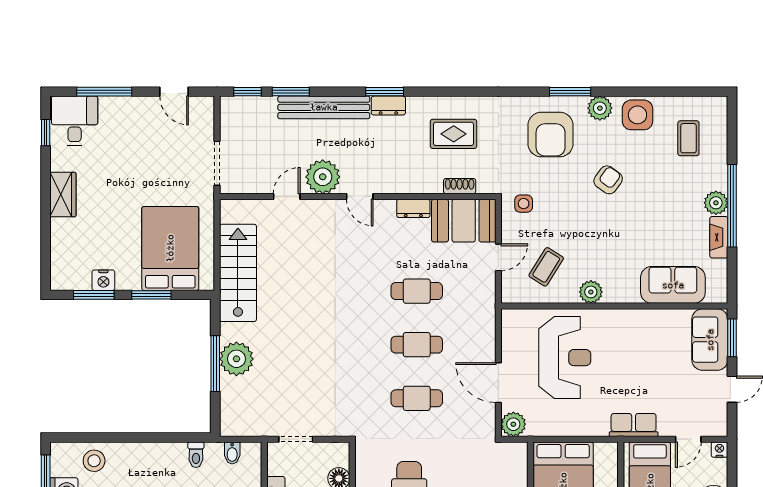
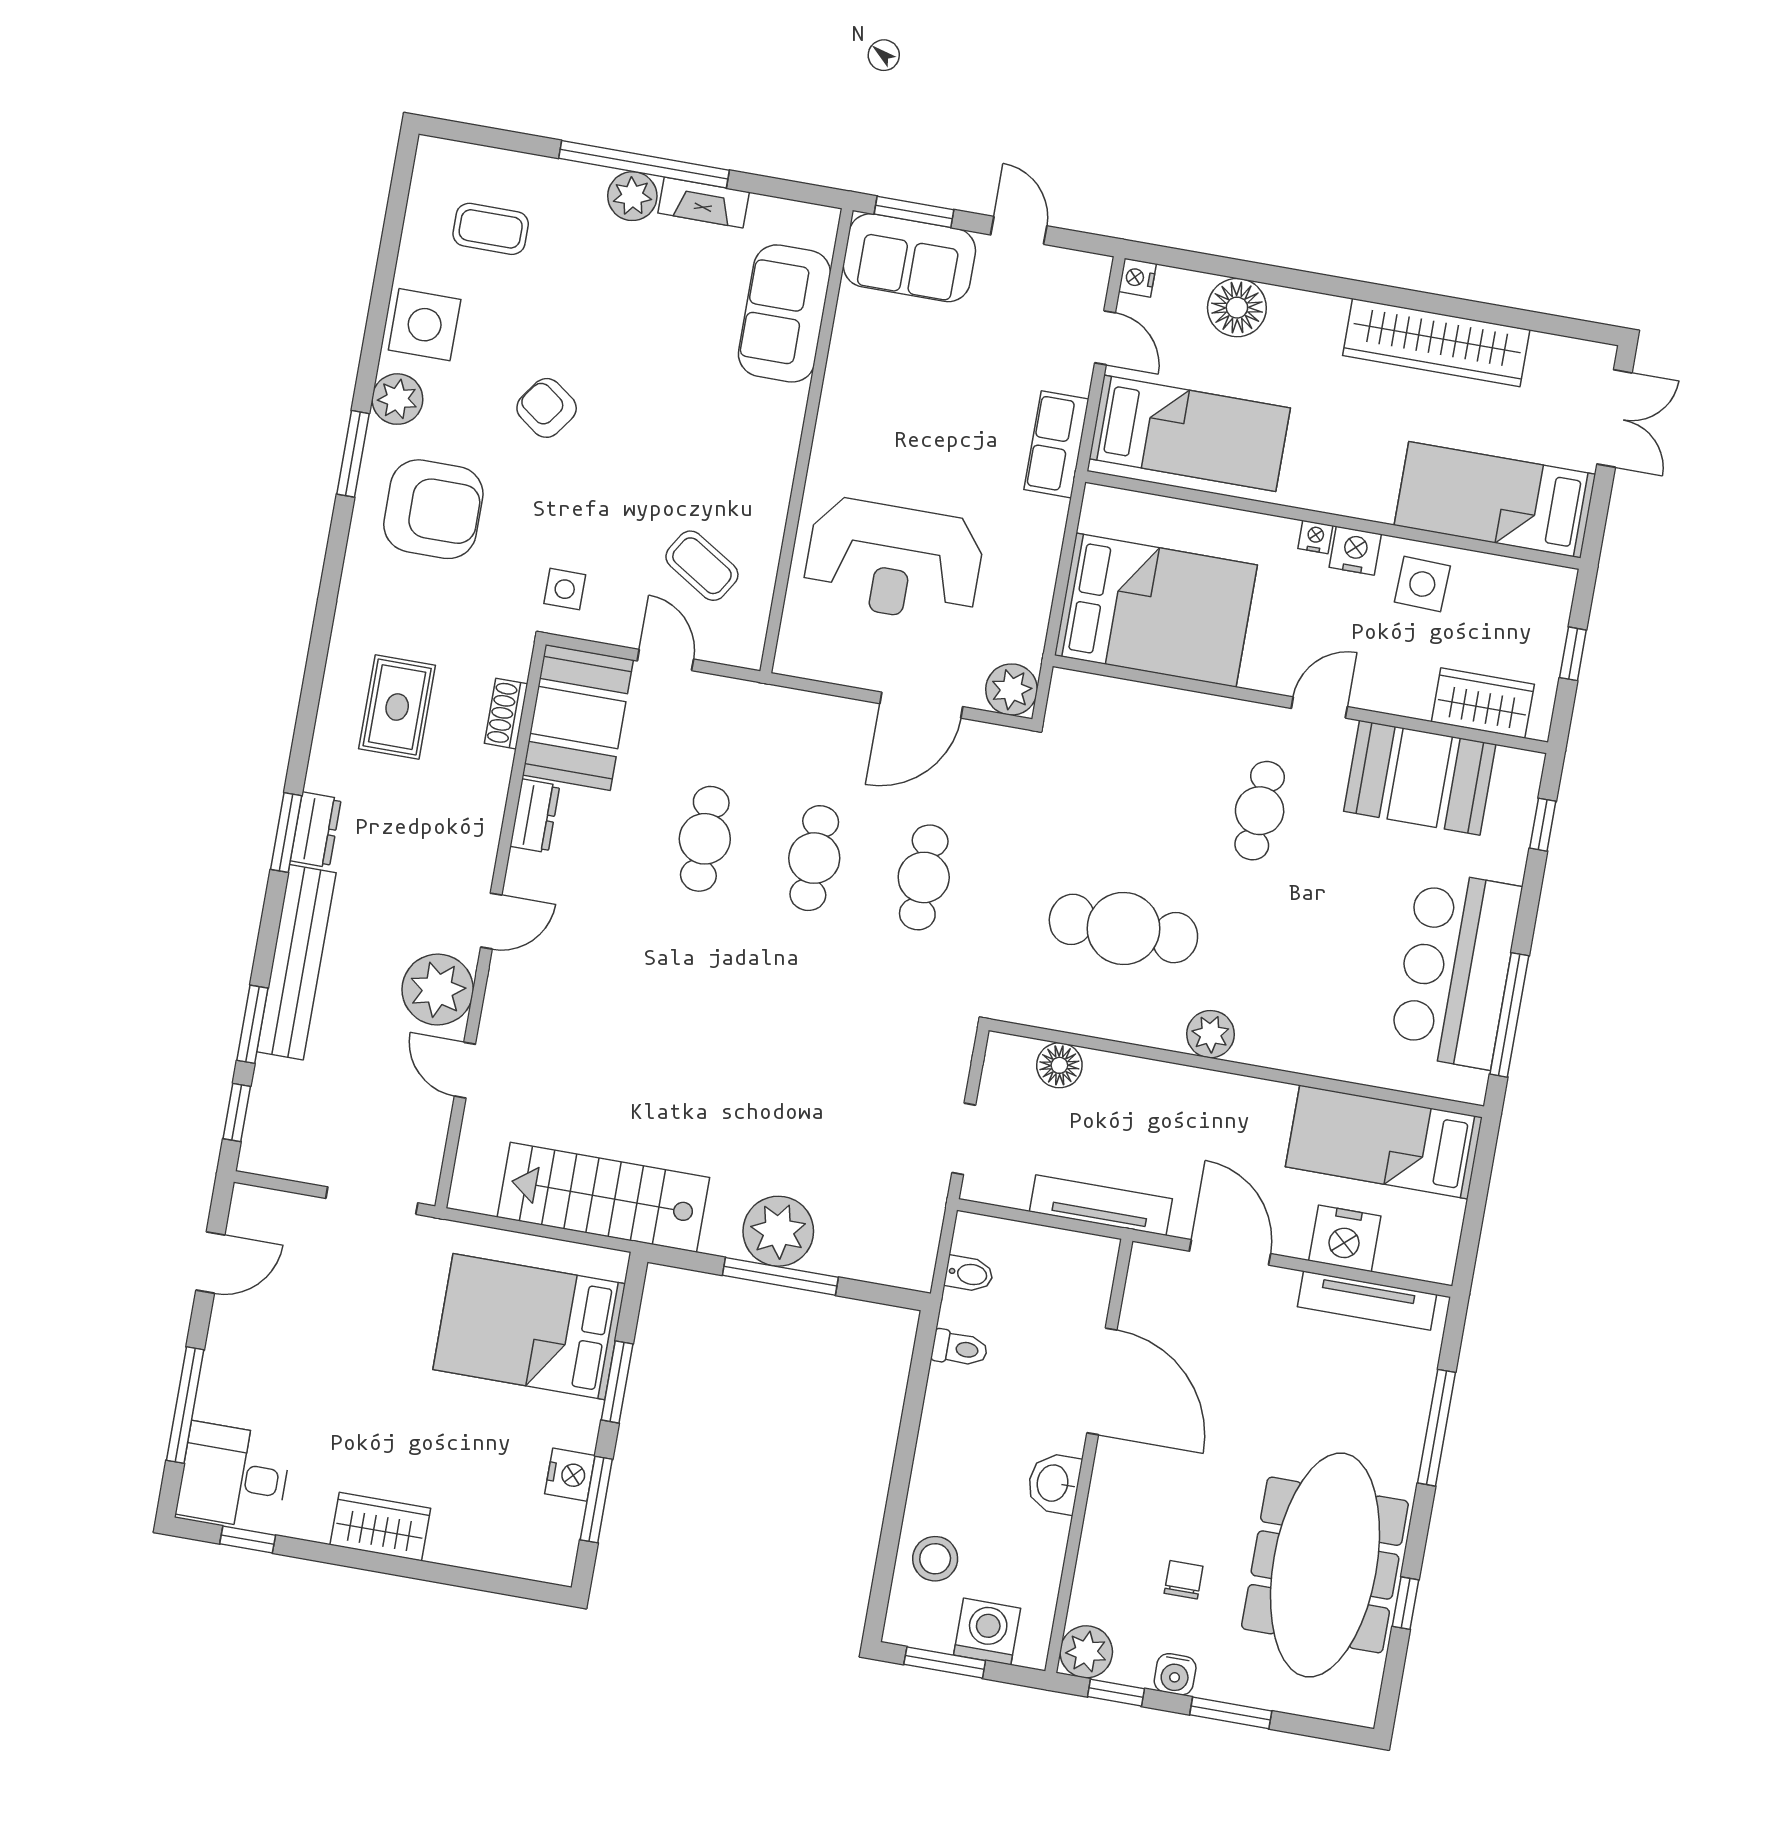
plant: (591, 292) -> (769, 484), removed
reception desk: (565, 358) -> (894, 561), turned 180

